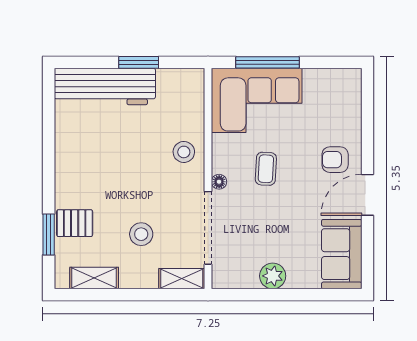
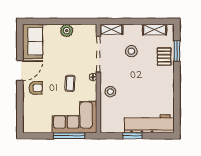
pallet: (75, 223) -> (164, 57), turned 90

